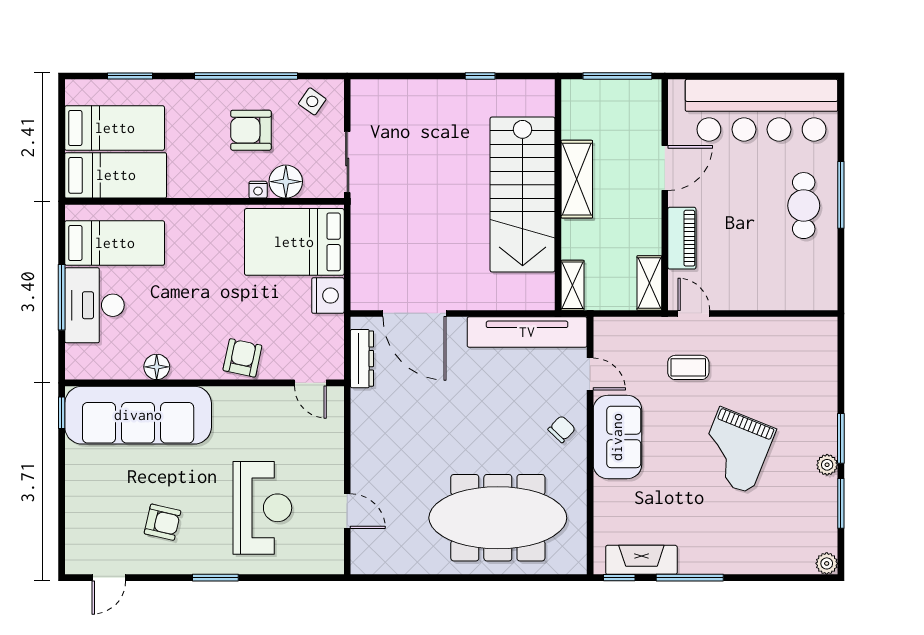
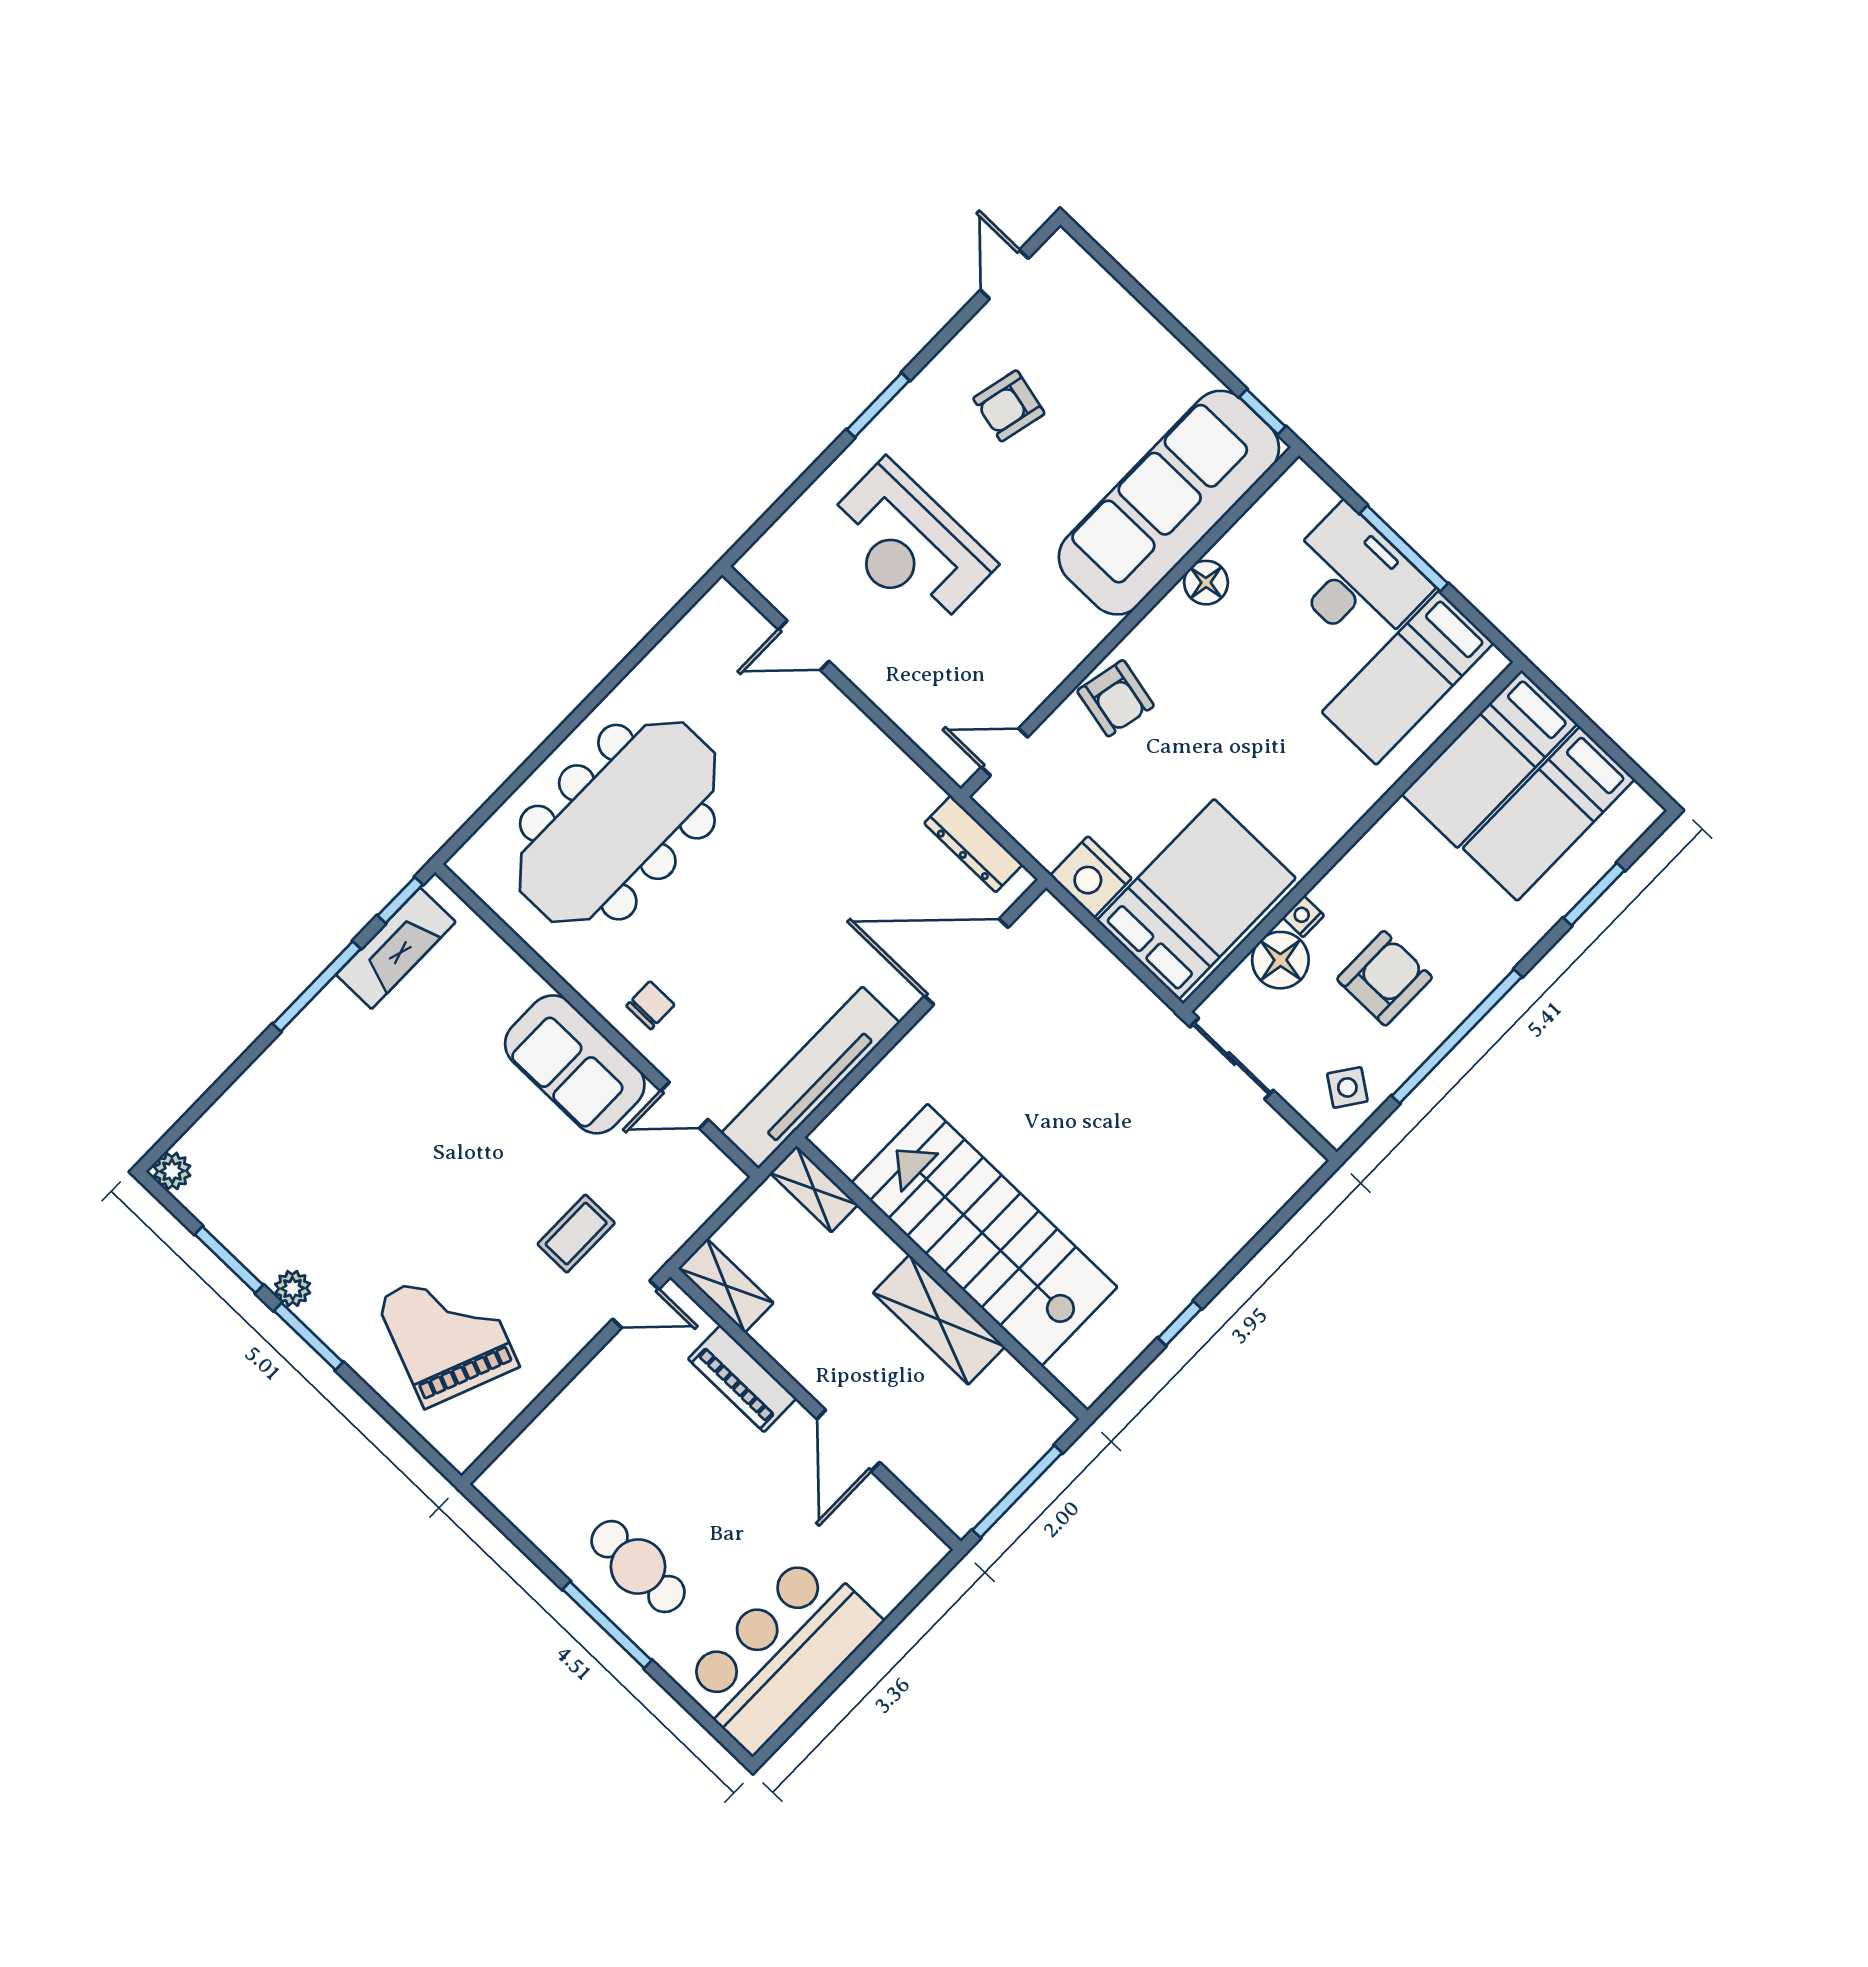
bar counter: (761, 110) -> (781, 1653), width x0.73
chair: (562, 429) -> (650, 1005), turned -134
grand piano: (735, 450) -> (448, 1333), moved

